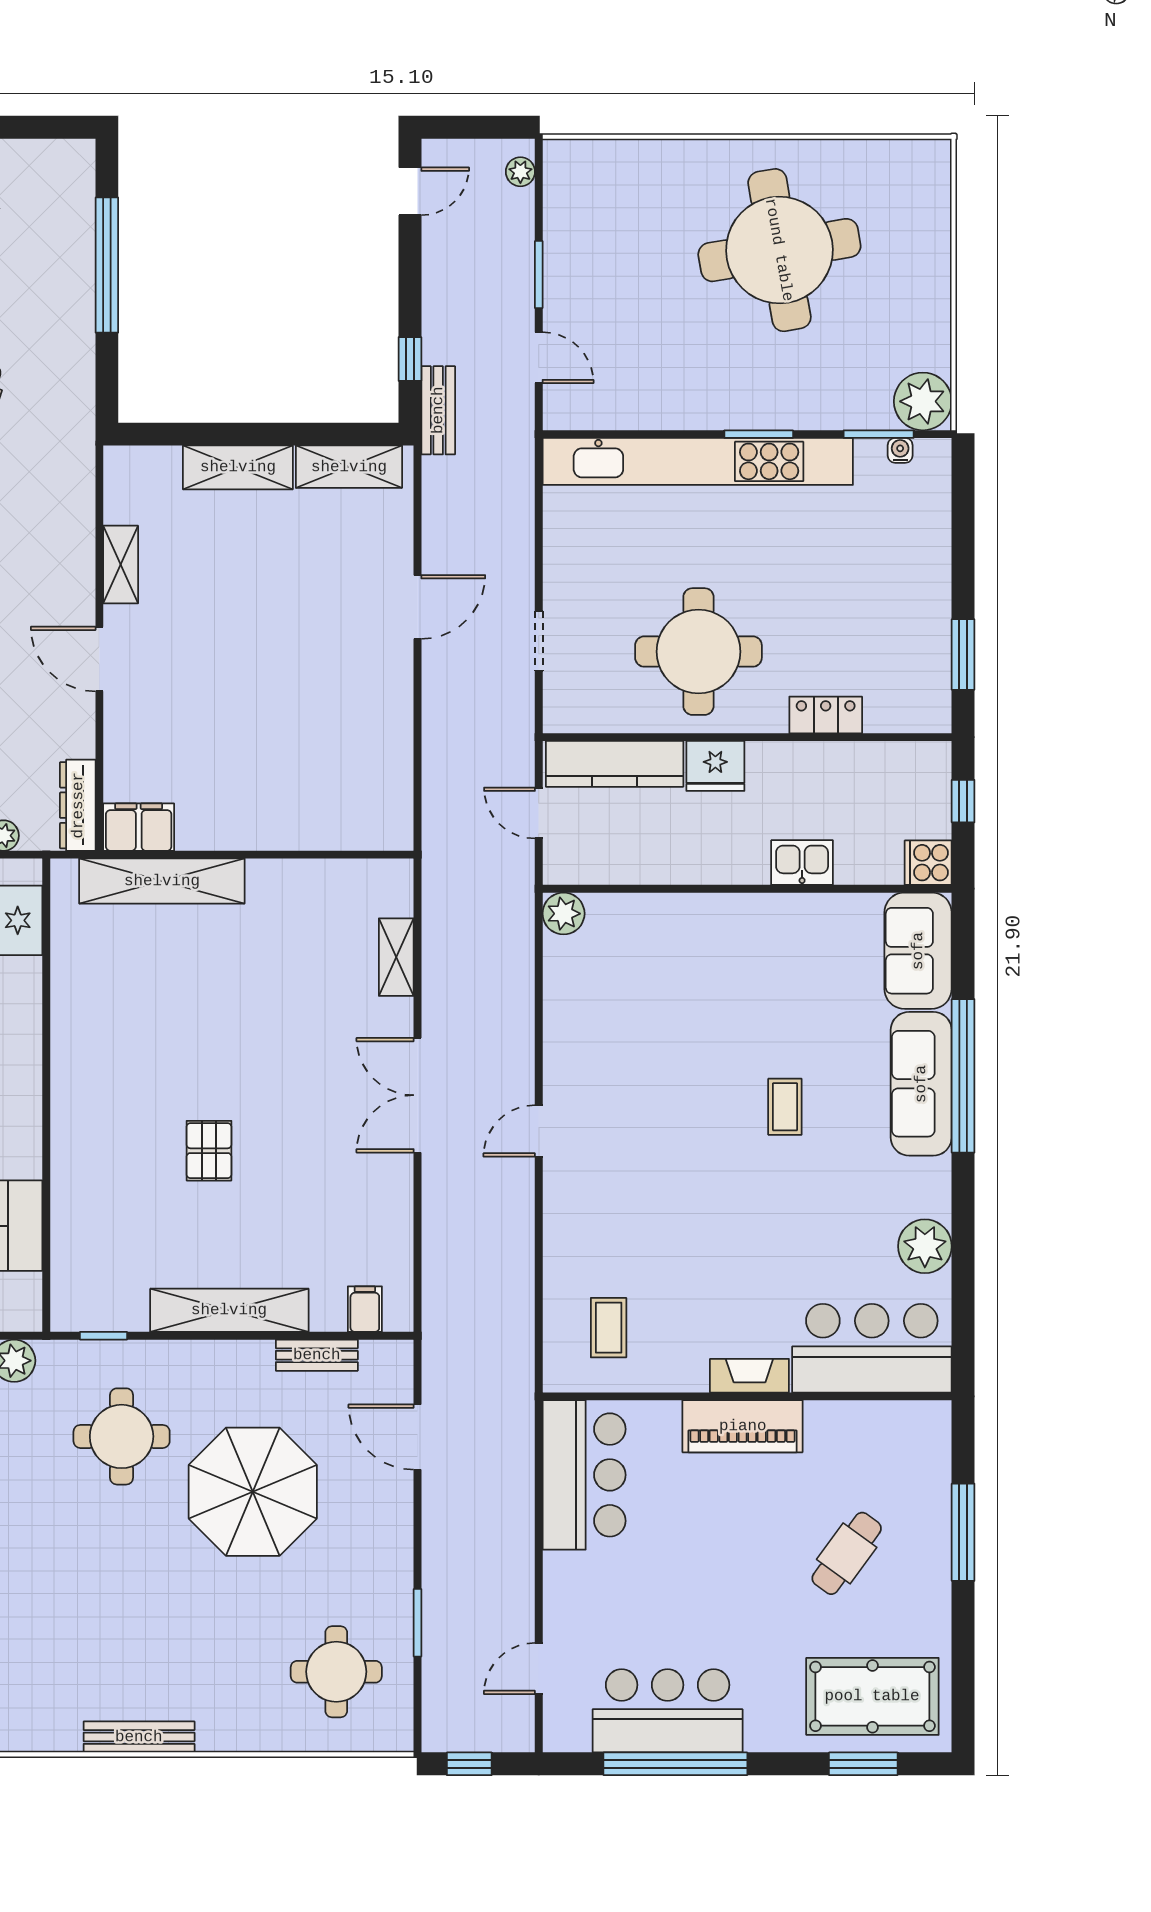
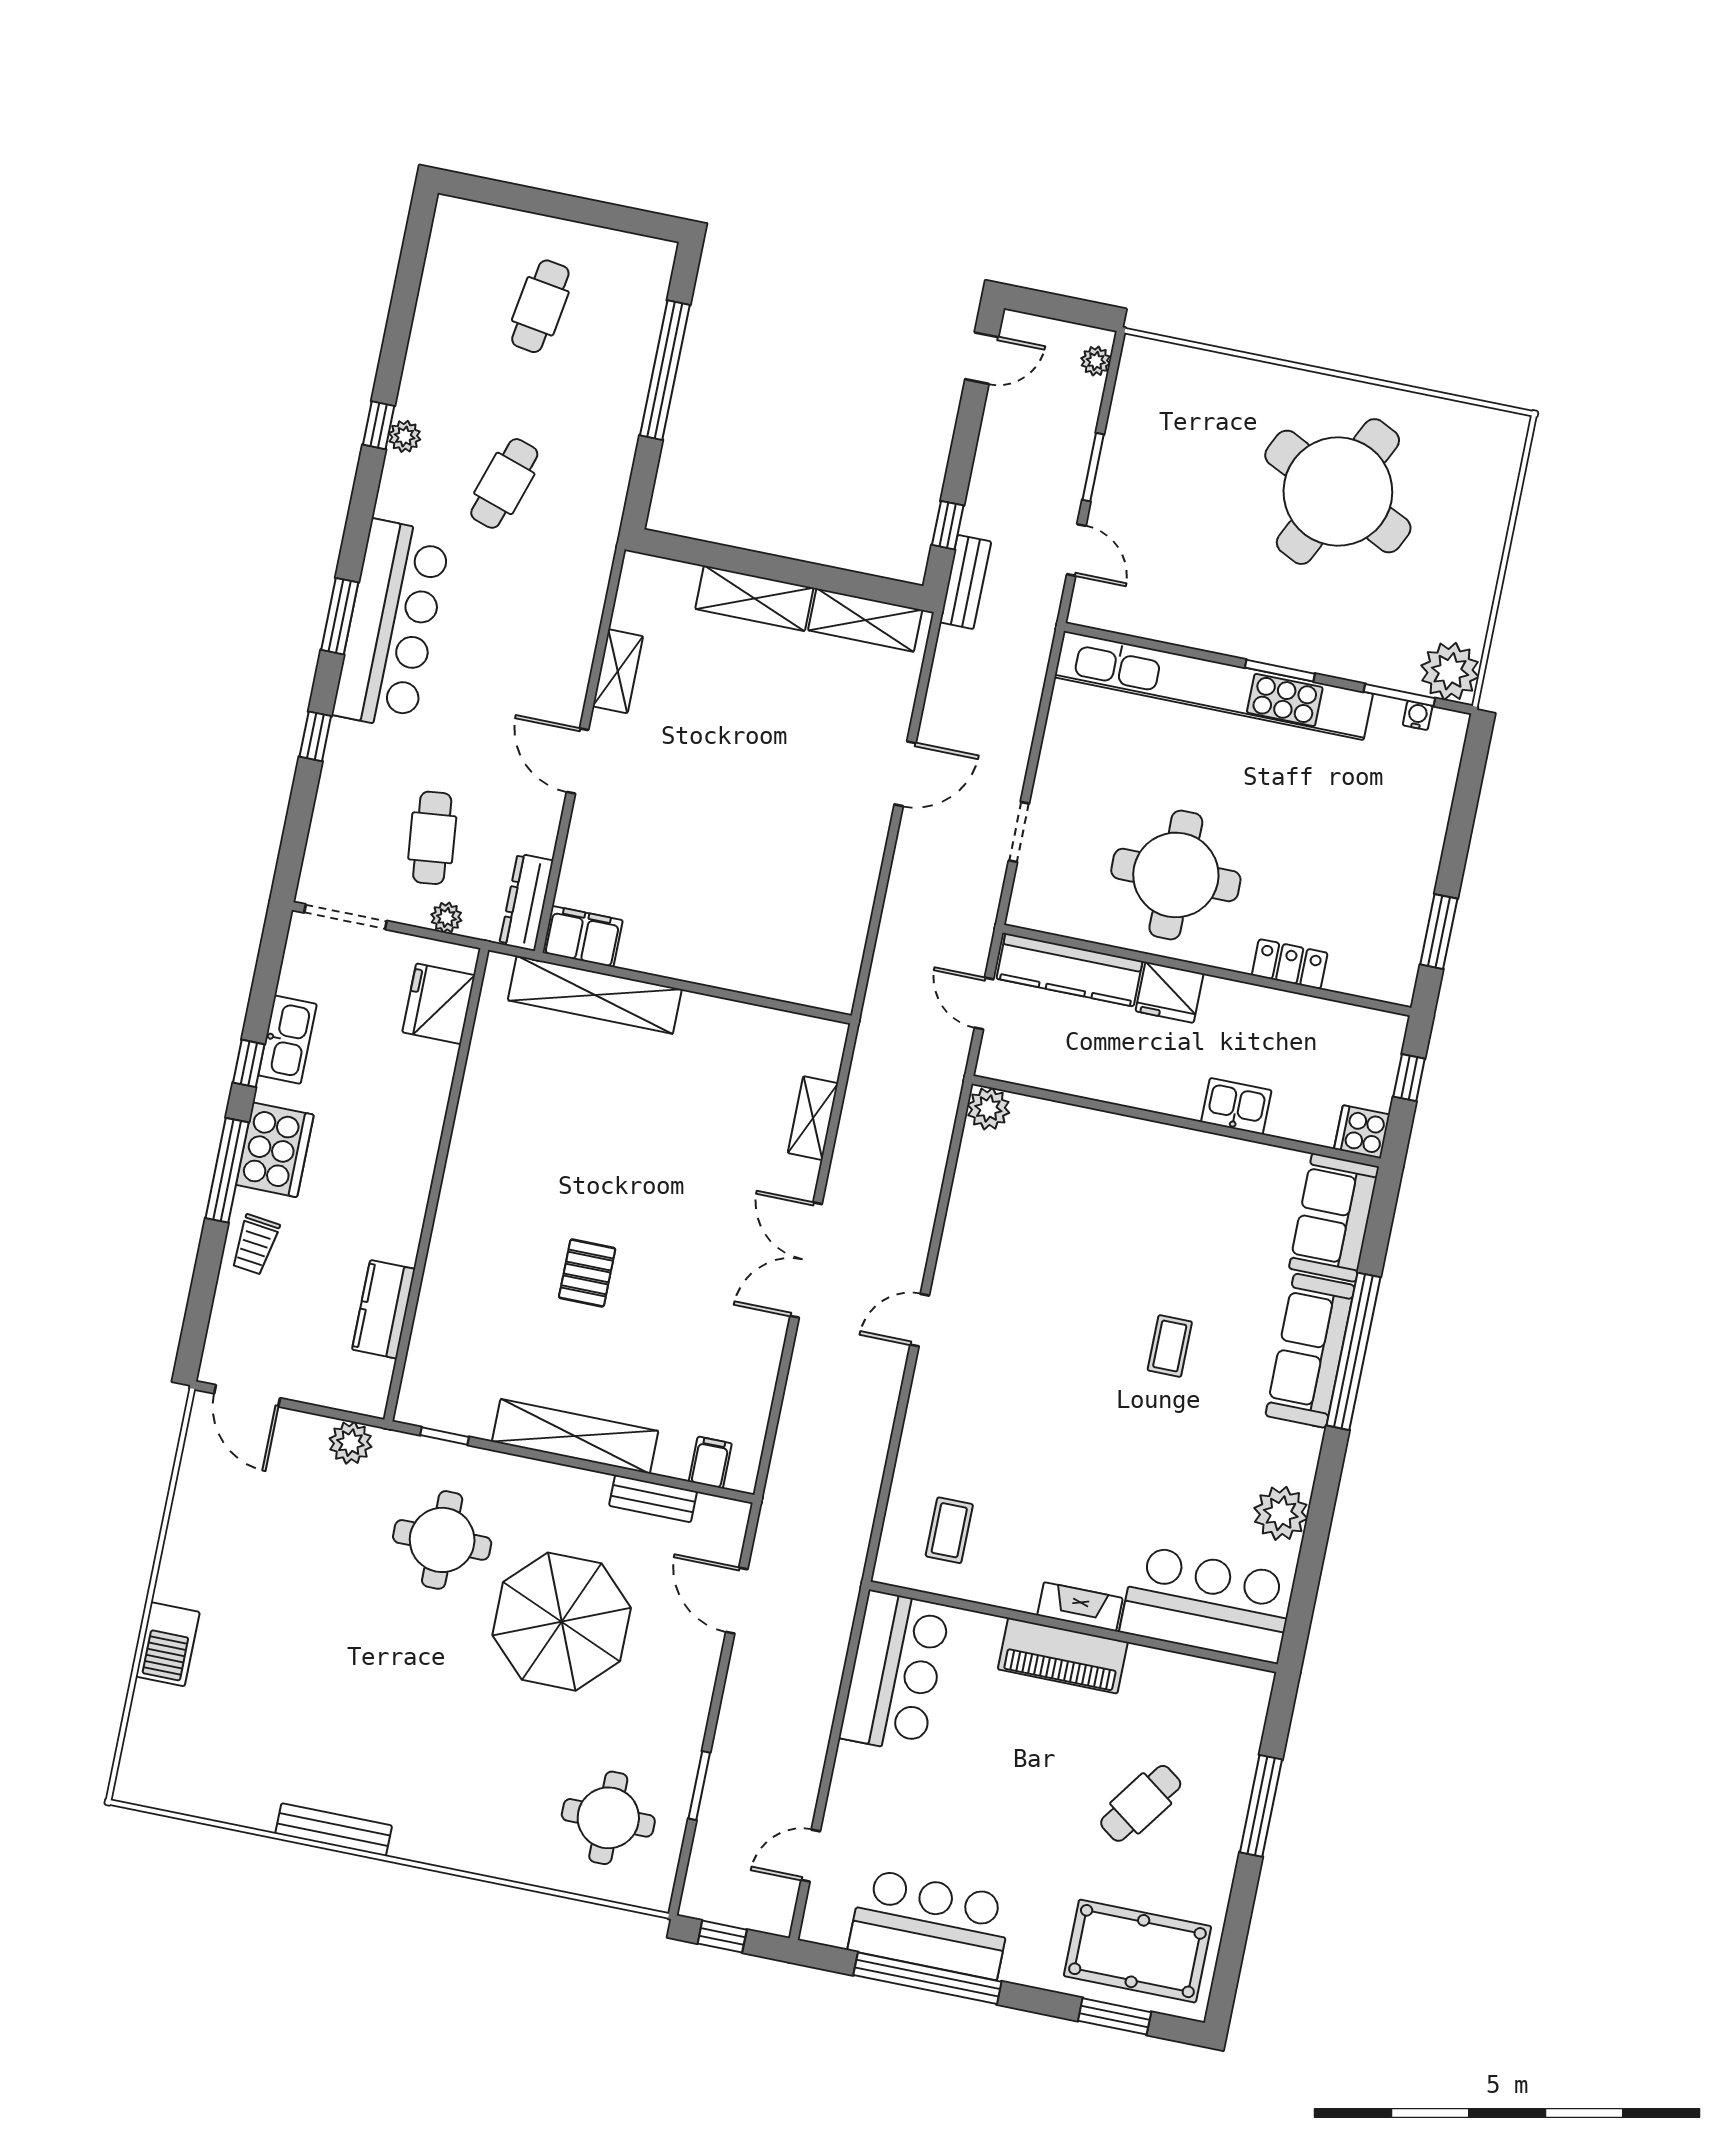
round table: (779, 250) -> (1338, 492), turned 36
bench: (139, 1737) -> (334, 1830), moved

